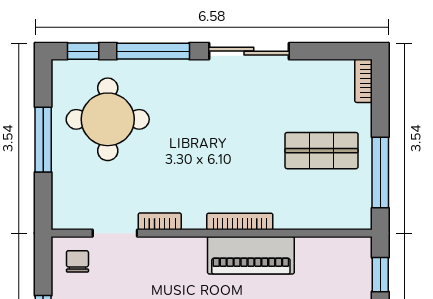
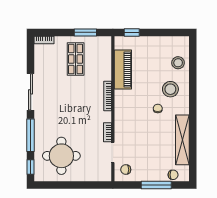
window: (43, 140) -> (71, 185), removed
window: (380, 172) -> (85, 32), width x0.69
piano: (251, 255) -> (123, 69), moved

